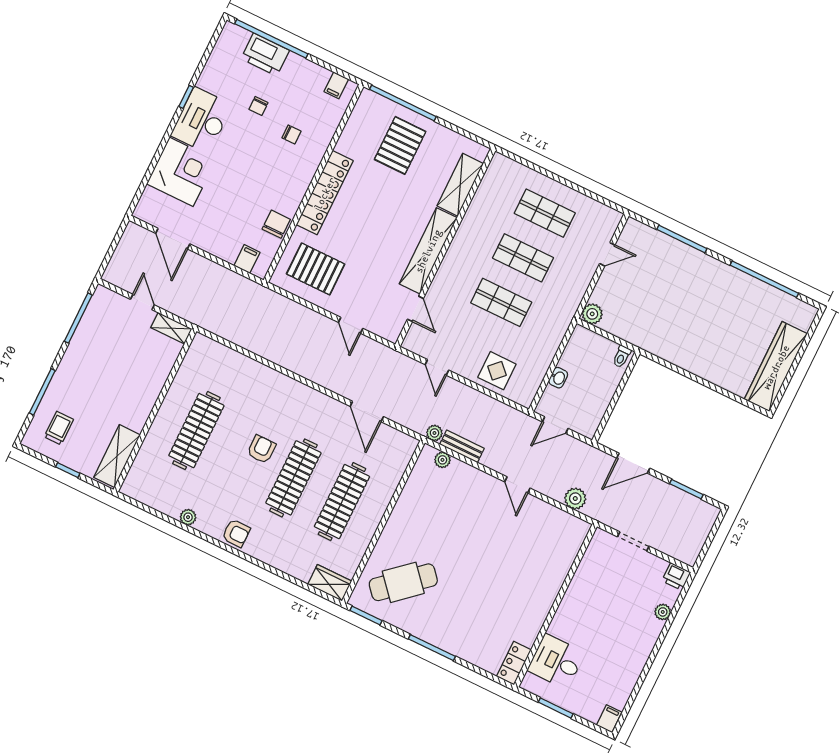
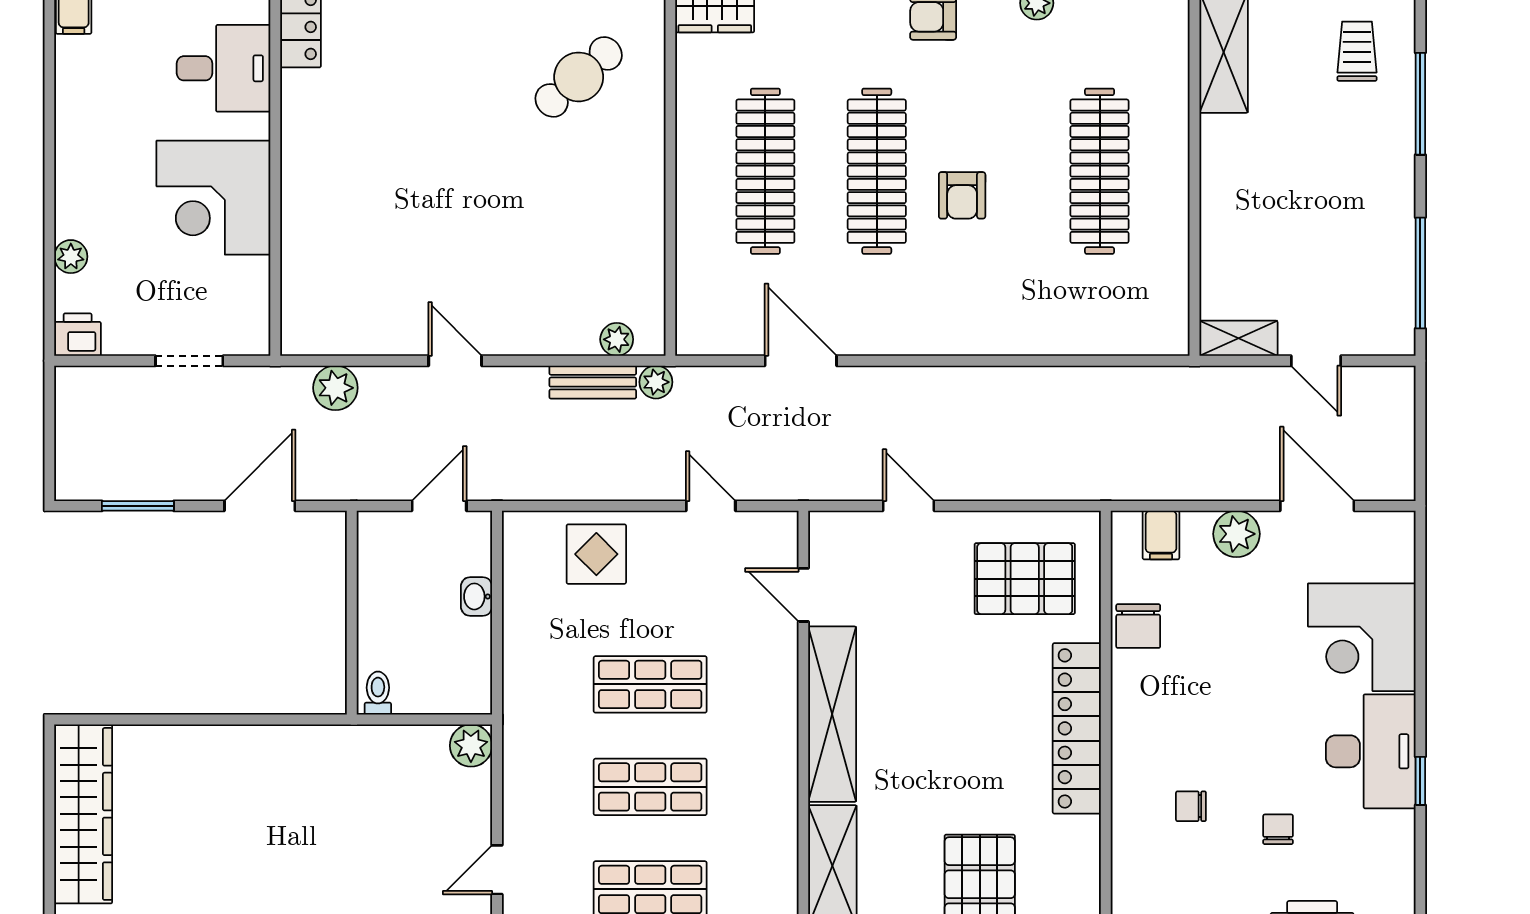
plant: (214, 243) -> (1236, 534), added
trolley: (59, 428) -> (1357, 51), turned 180
cafe table: (403, 582) -> (579, 77), width x0.73, depth x0.74
corner desk: (588, 607) -> (213, 198), added

